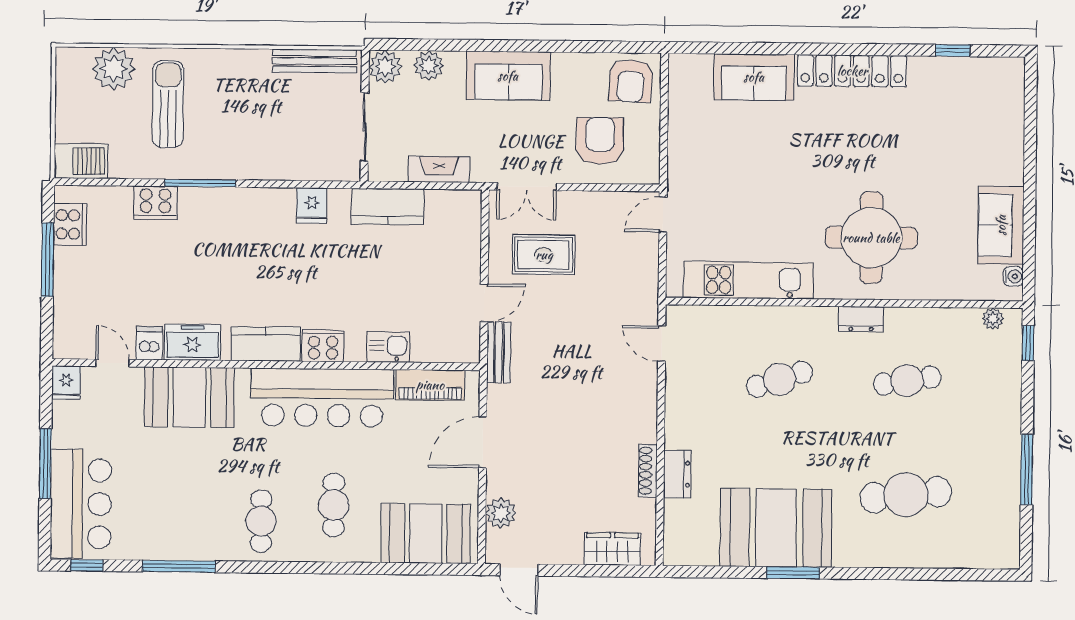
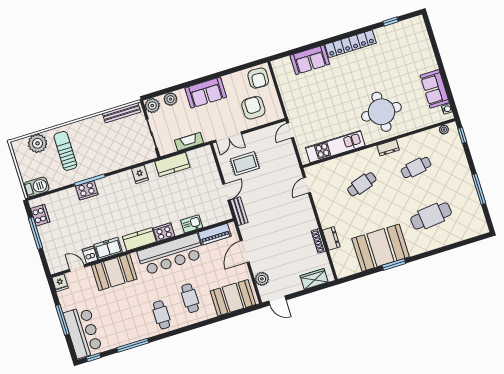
cooker: (155, 203) -> (87, 190), moved
door: (662, 344) -> (307, 185), hinge flipped

